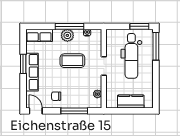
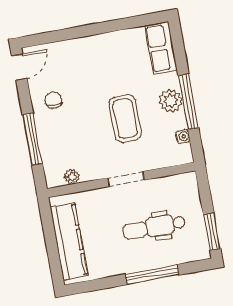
window: (156, 46) -> (152, 275), moved
dental chair: (131, 56) -> (154, 227), width x0.73, depth x0.72
window: (23, 64) -> (103, 28), removed
row of seats: (32, 72) -> (90, 47), removed
kitchen counter: (131, 102) -> (69, 241), width x1.50

